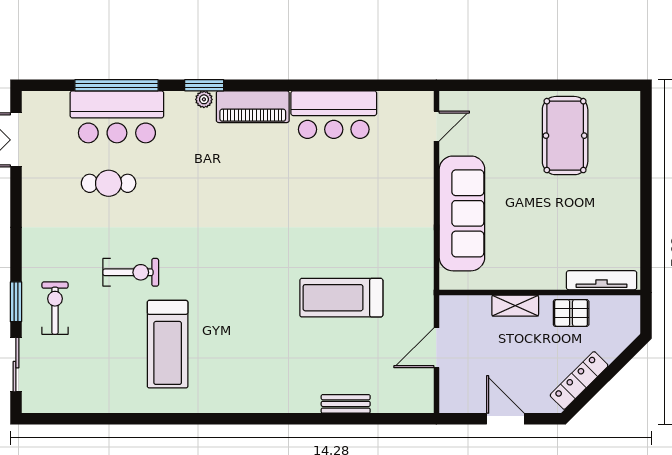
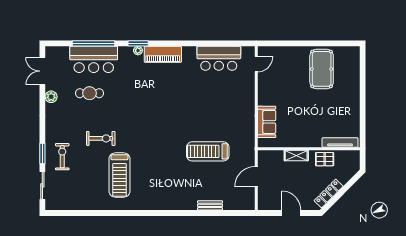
bar counter: (334, 115) -> (219, 58), moved
plant: (33, 190) -> (51, 97), added
sofa: (462, 213) -> (267, 122), width x0.54, depth x0.79

